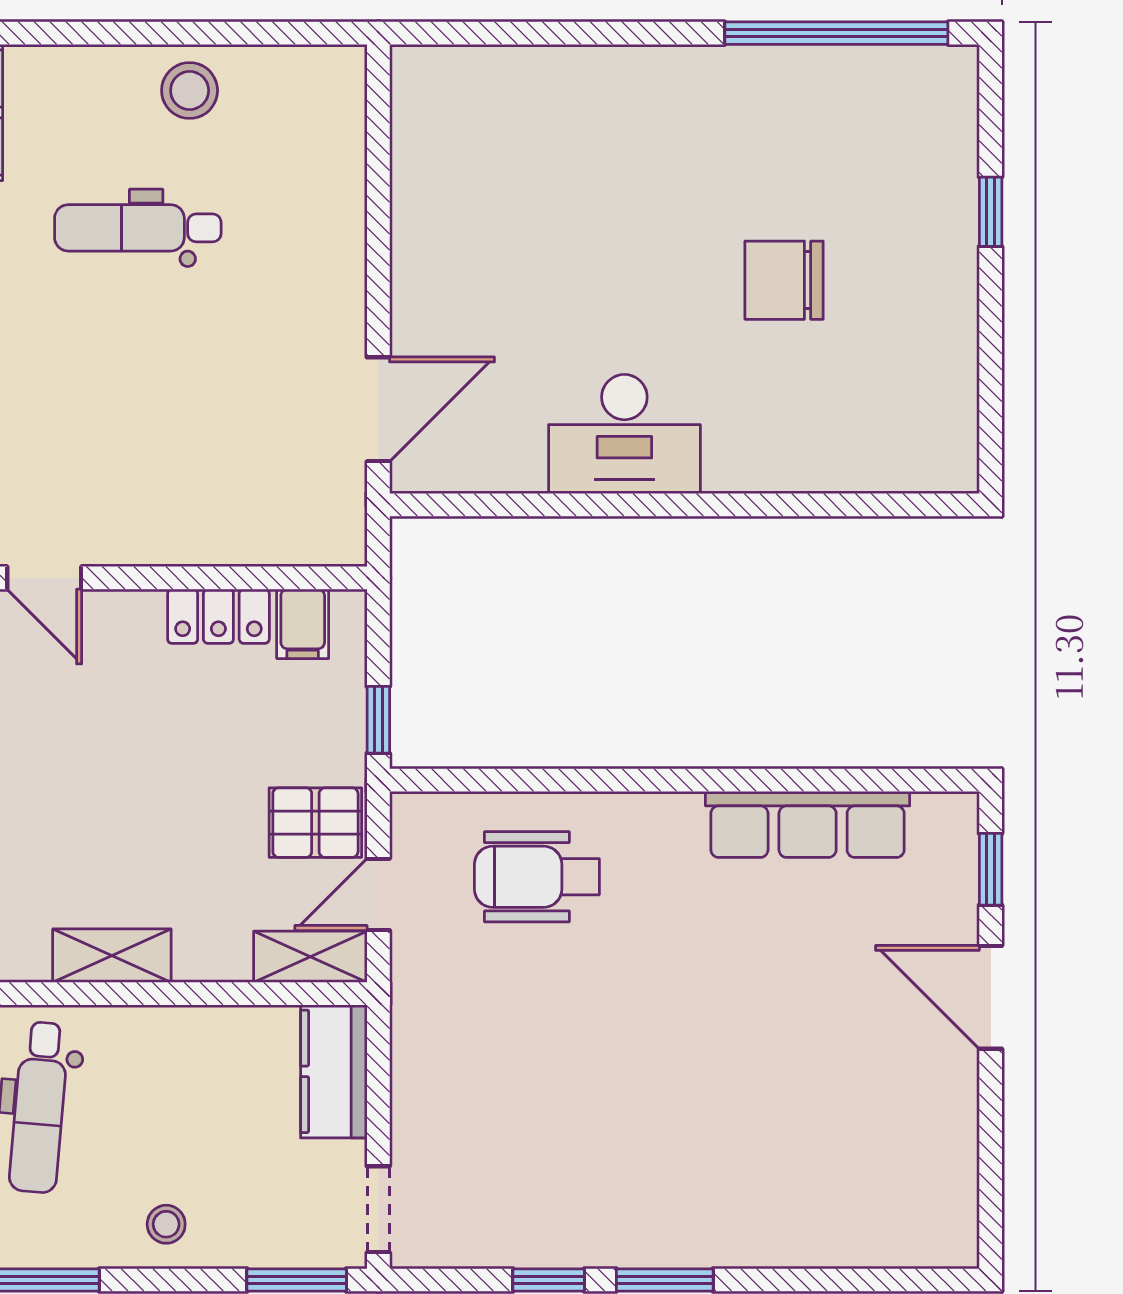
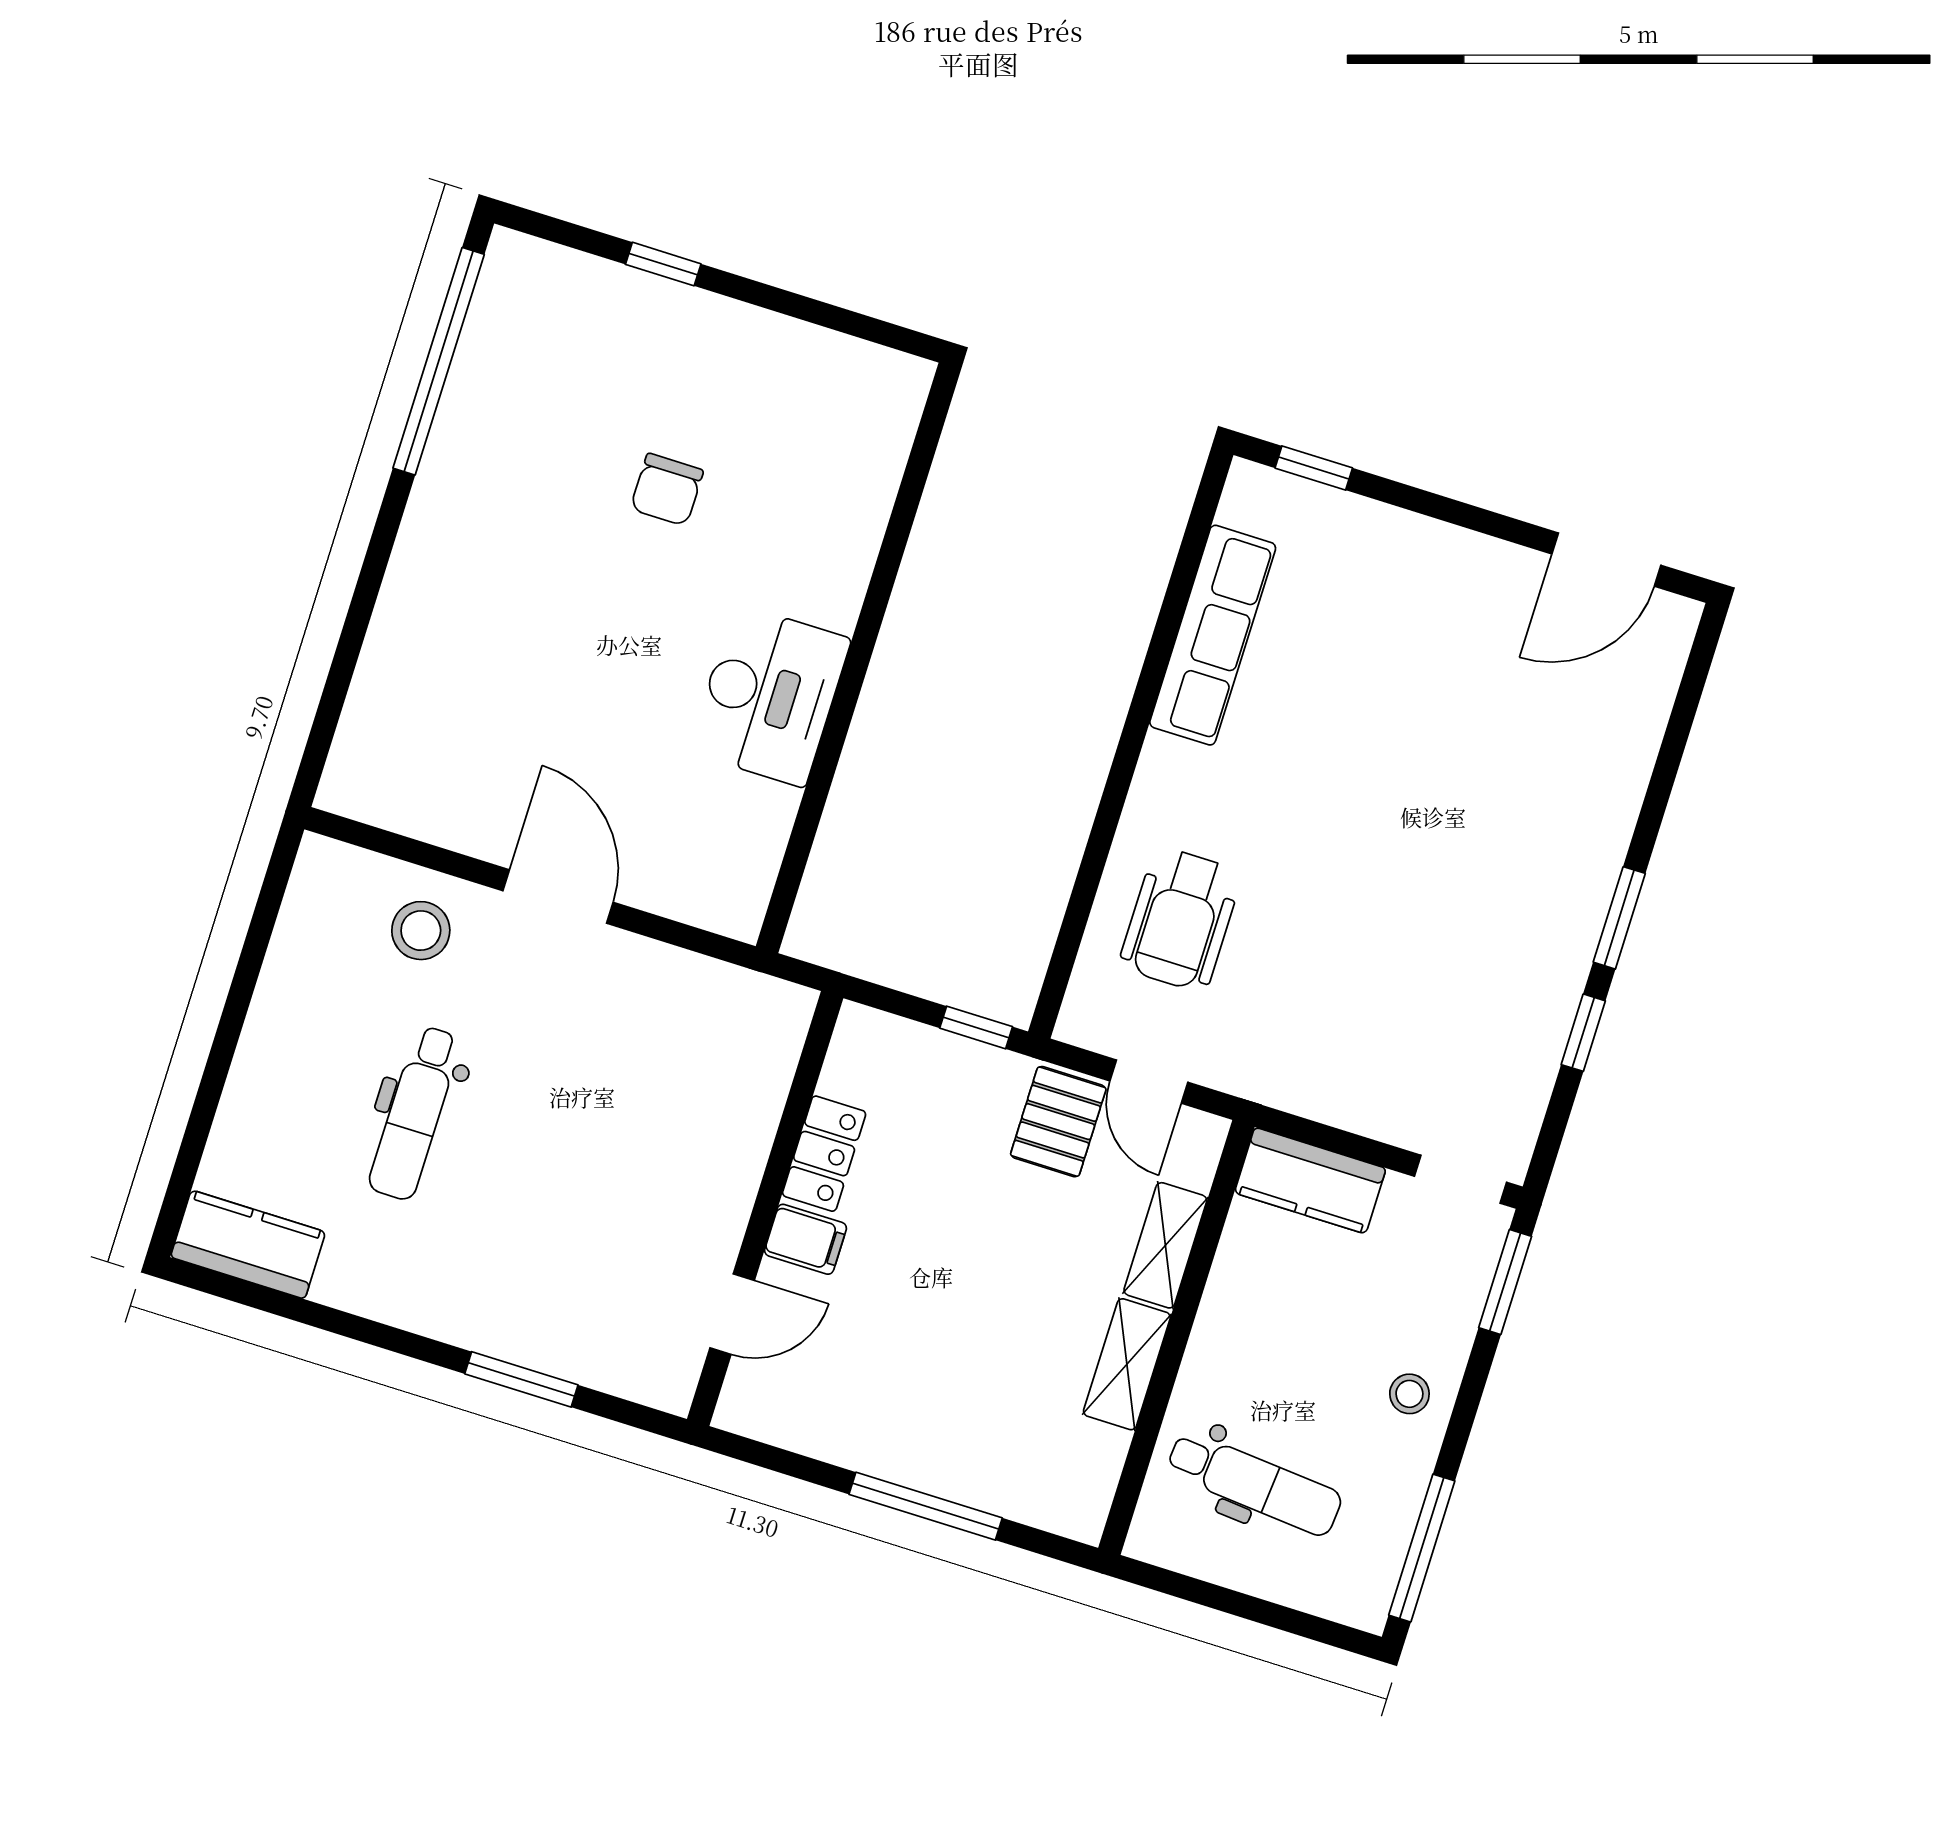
stool: (190, 90) -> (421, 931), moved
chair: (784, 280) -> (667, 490), width x0.73, depth x0.73
door: (378, 409) -> (558, 896), moved
filing cabinet: (303, 624) -> (805, 1239), moved
shelving: (310, 957) -> (1165, 1245), moved
door: (991, 997) -> (1606, 560), moved

